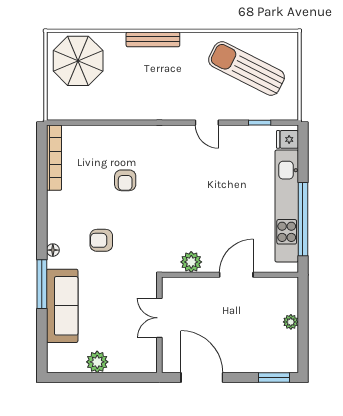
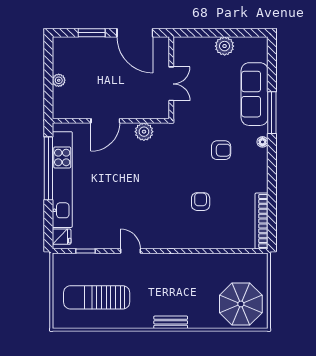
bench: (153, 39) -> (171, 322), width x0.73
sun lounger: (247, 69) -> (97, 297), turned 153
window: (274, 377) -> (92, 33), moved

